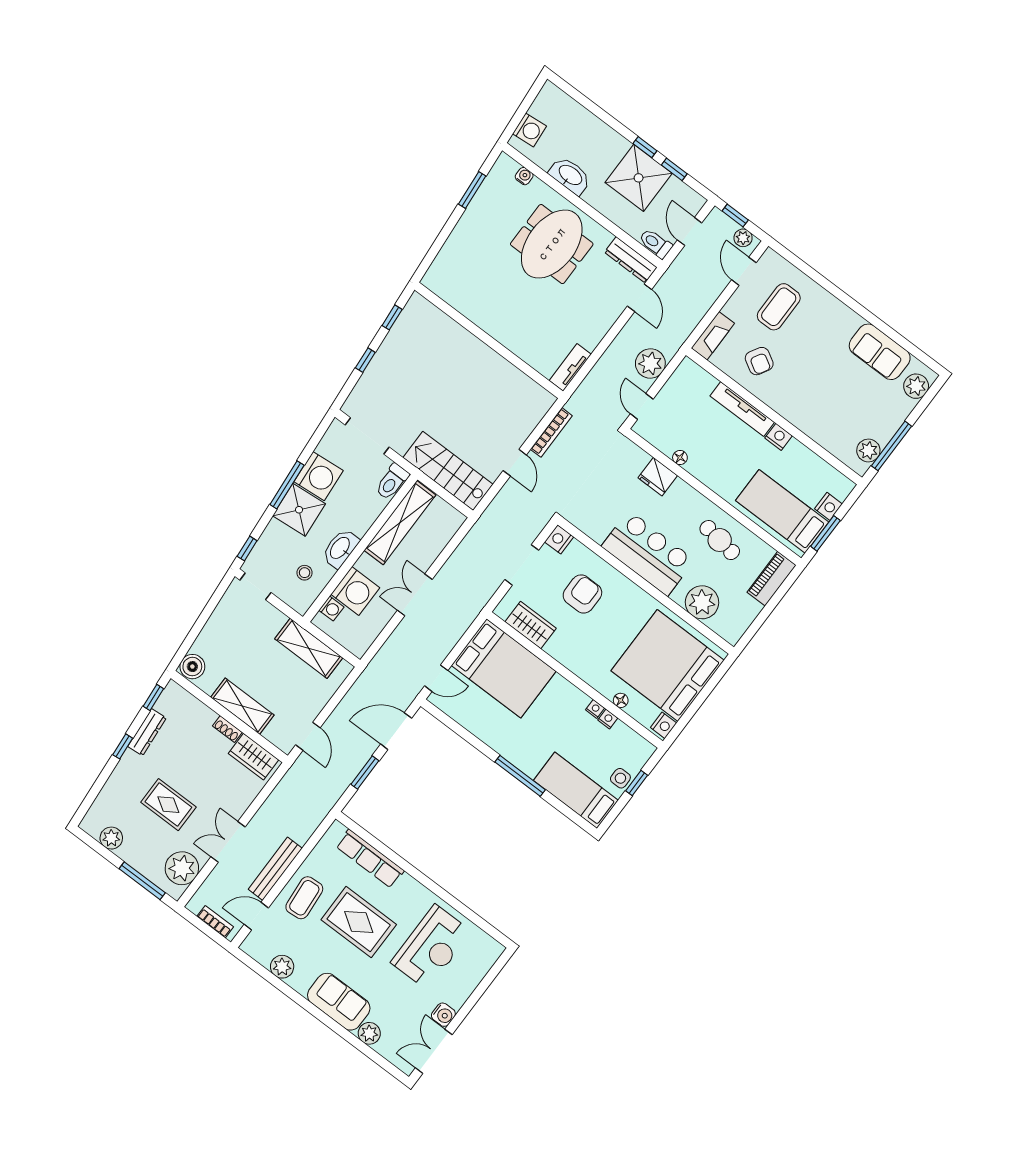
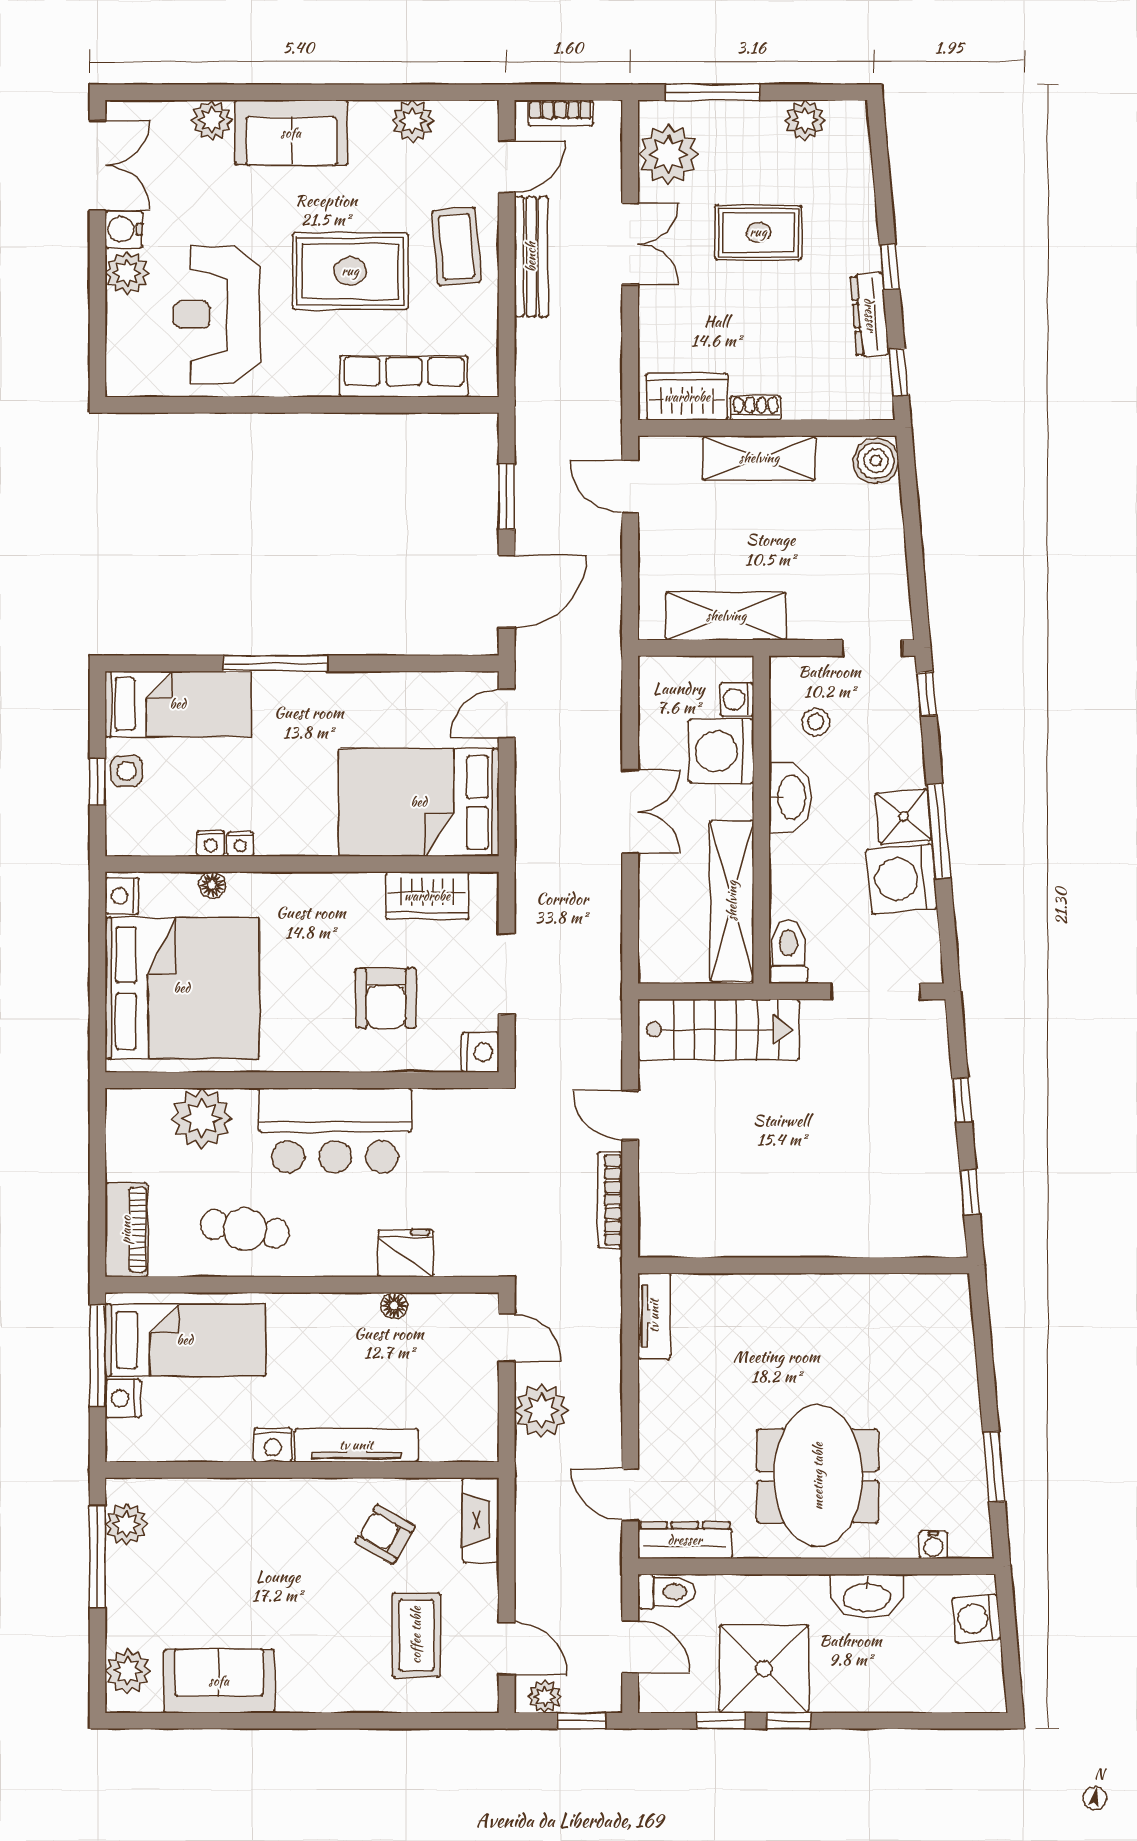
shower: (299, 510) -> (904, 817), width x0.73, depth x0.73
window: (825, 533) -> (98, 1355), width x1.44
plant: (456, 995) -> (127, 273), added

